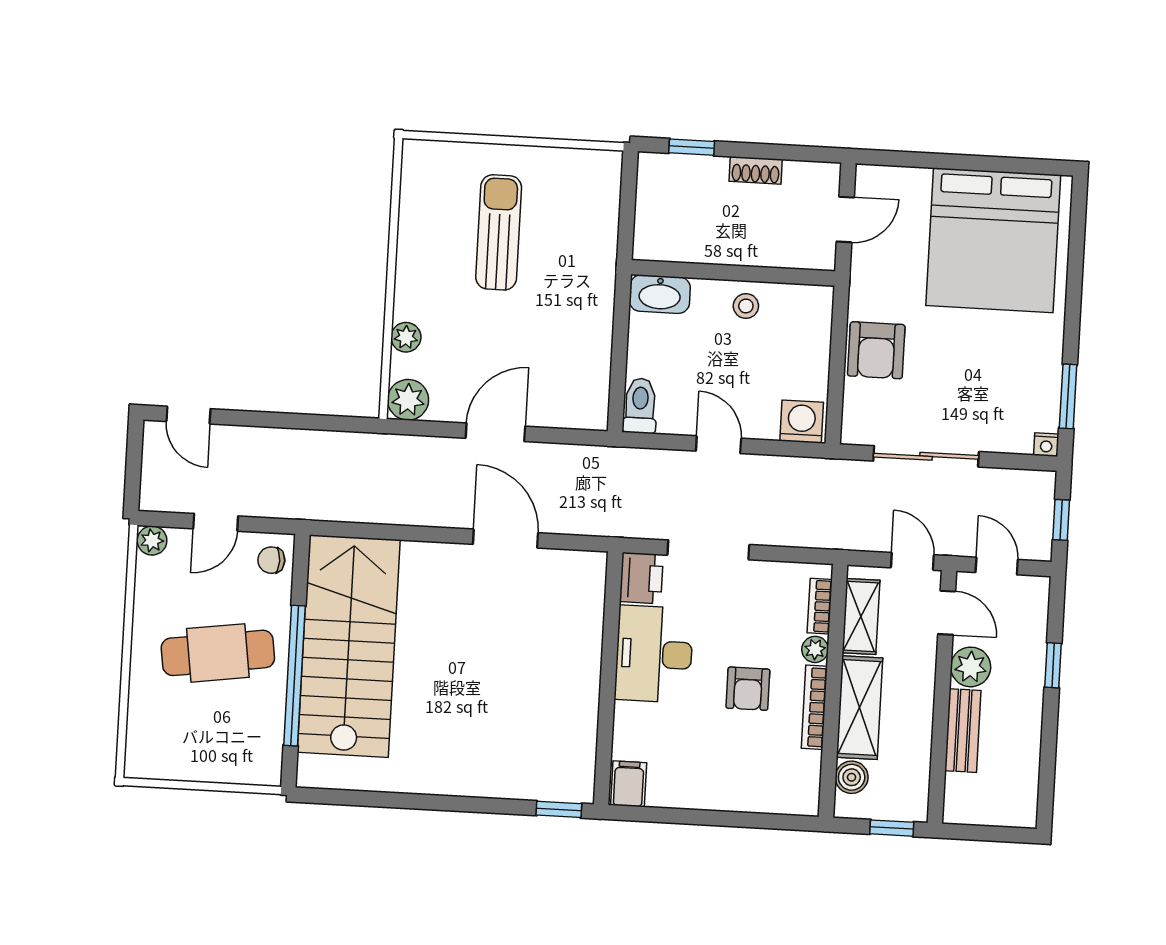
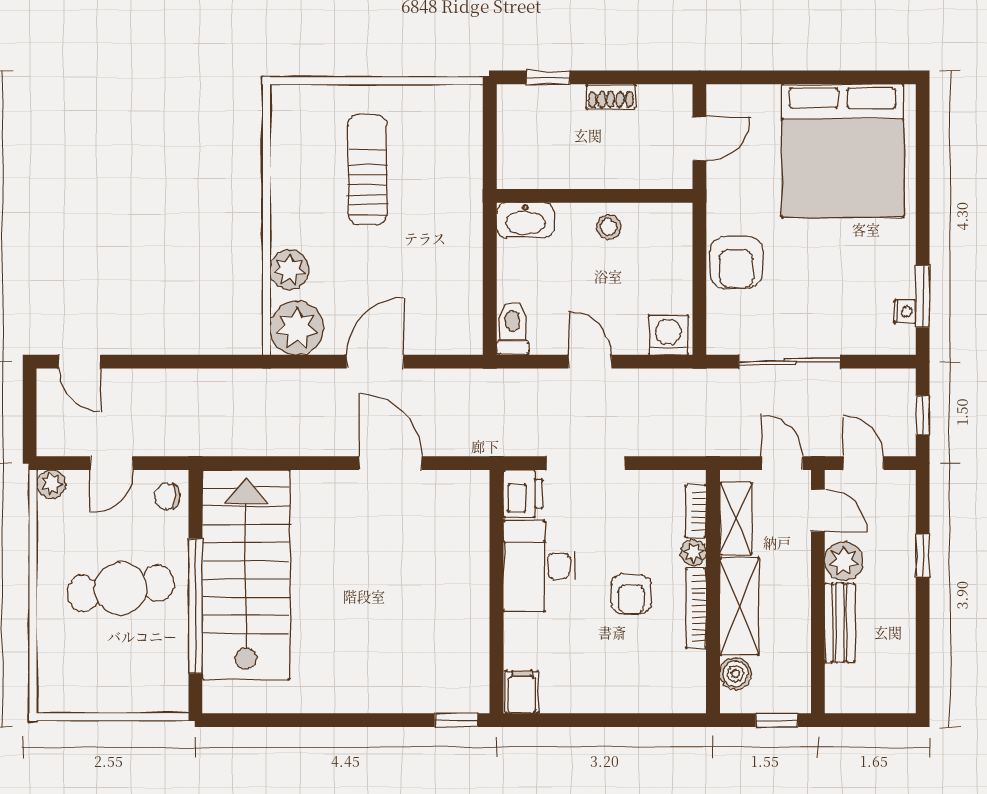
plant: (406, 337) -> (290, 270), width x1.38, depth x1.38
plant: (408, 400) -> (297, 328), width x1.36, depth x1.36
nightstand: (1046, 445) -> (905, 312), moved, turned -90

